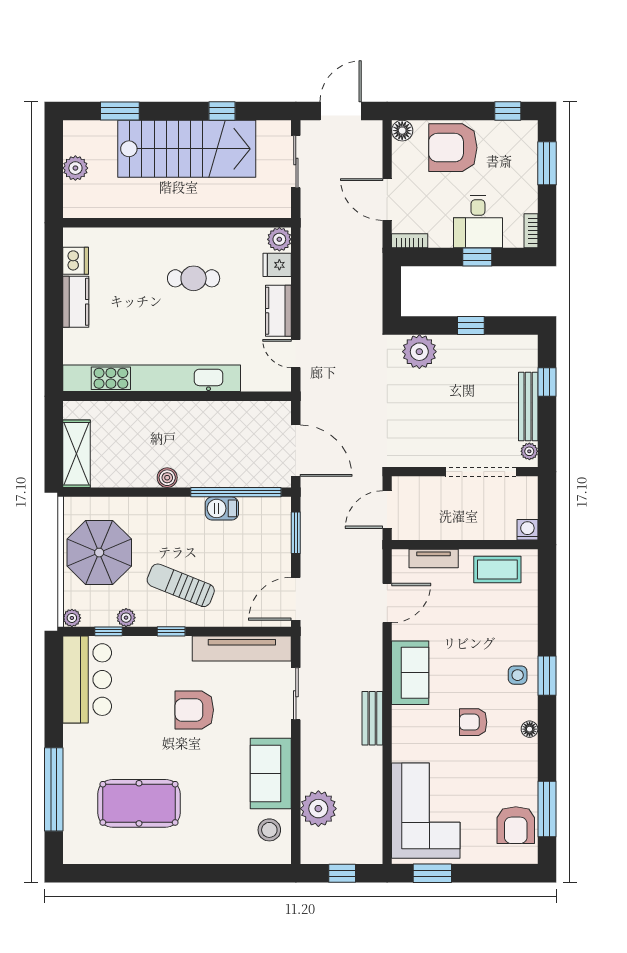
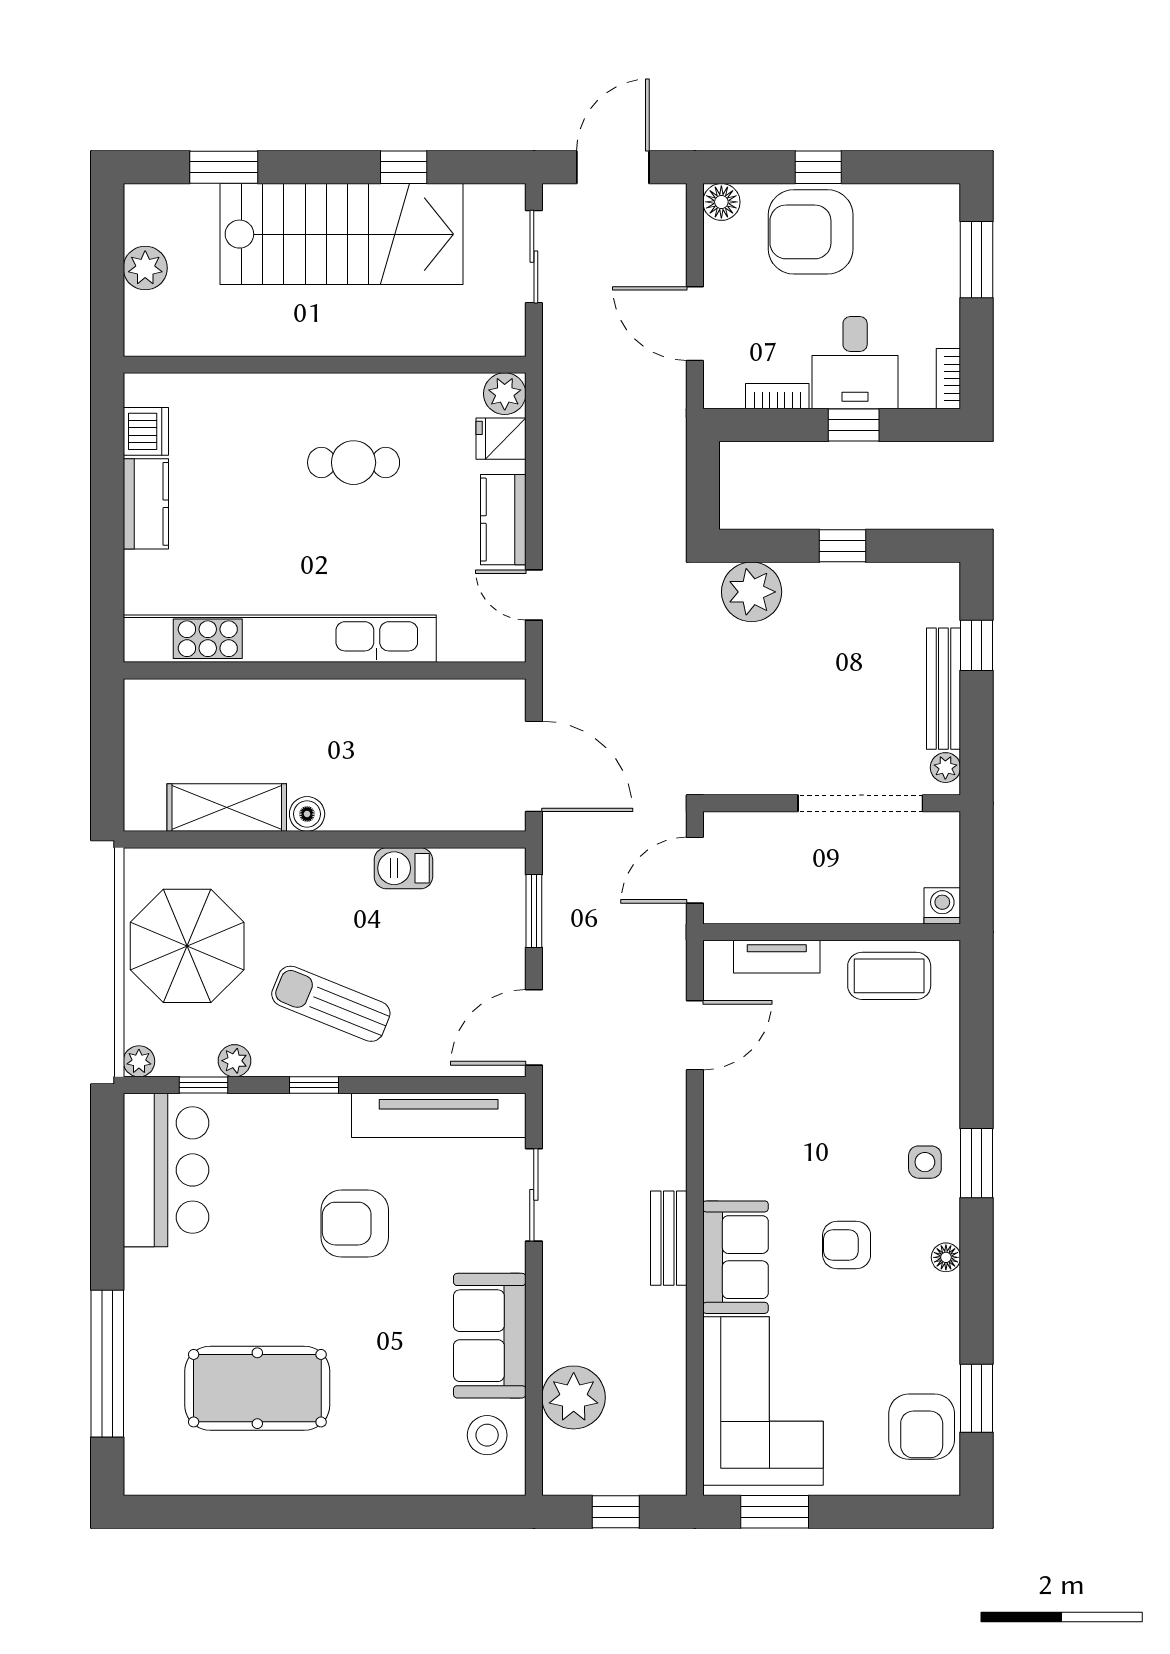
window: (508, 111) -> (818, 167), moved
bookcase: (410, 241) -> (777, 396), moved
shelving: (77, 454) -> (227, 808), moved, turned 90
window: (236, 492) -> (428, 840), removed
sofa: (410, 673) -> (735, 1257), moved
window: (547, 809) -> (977, 1398), width x0.69

